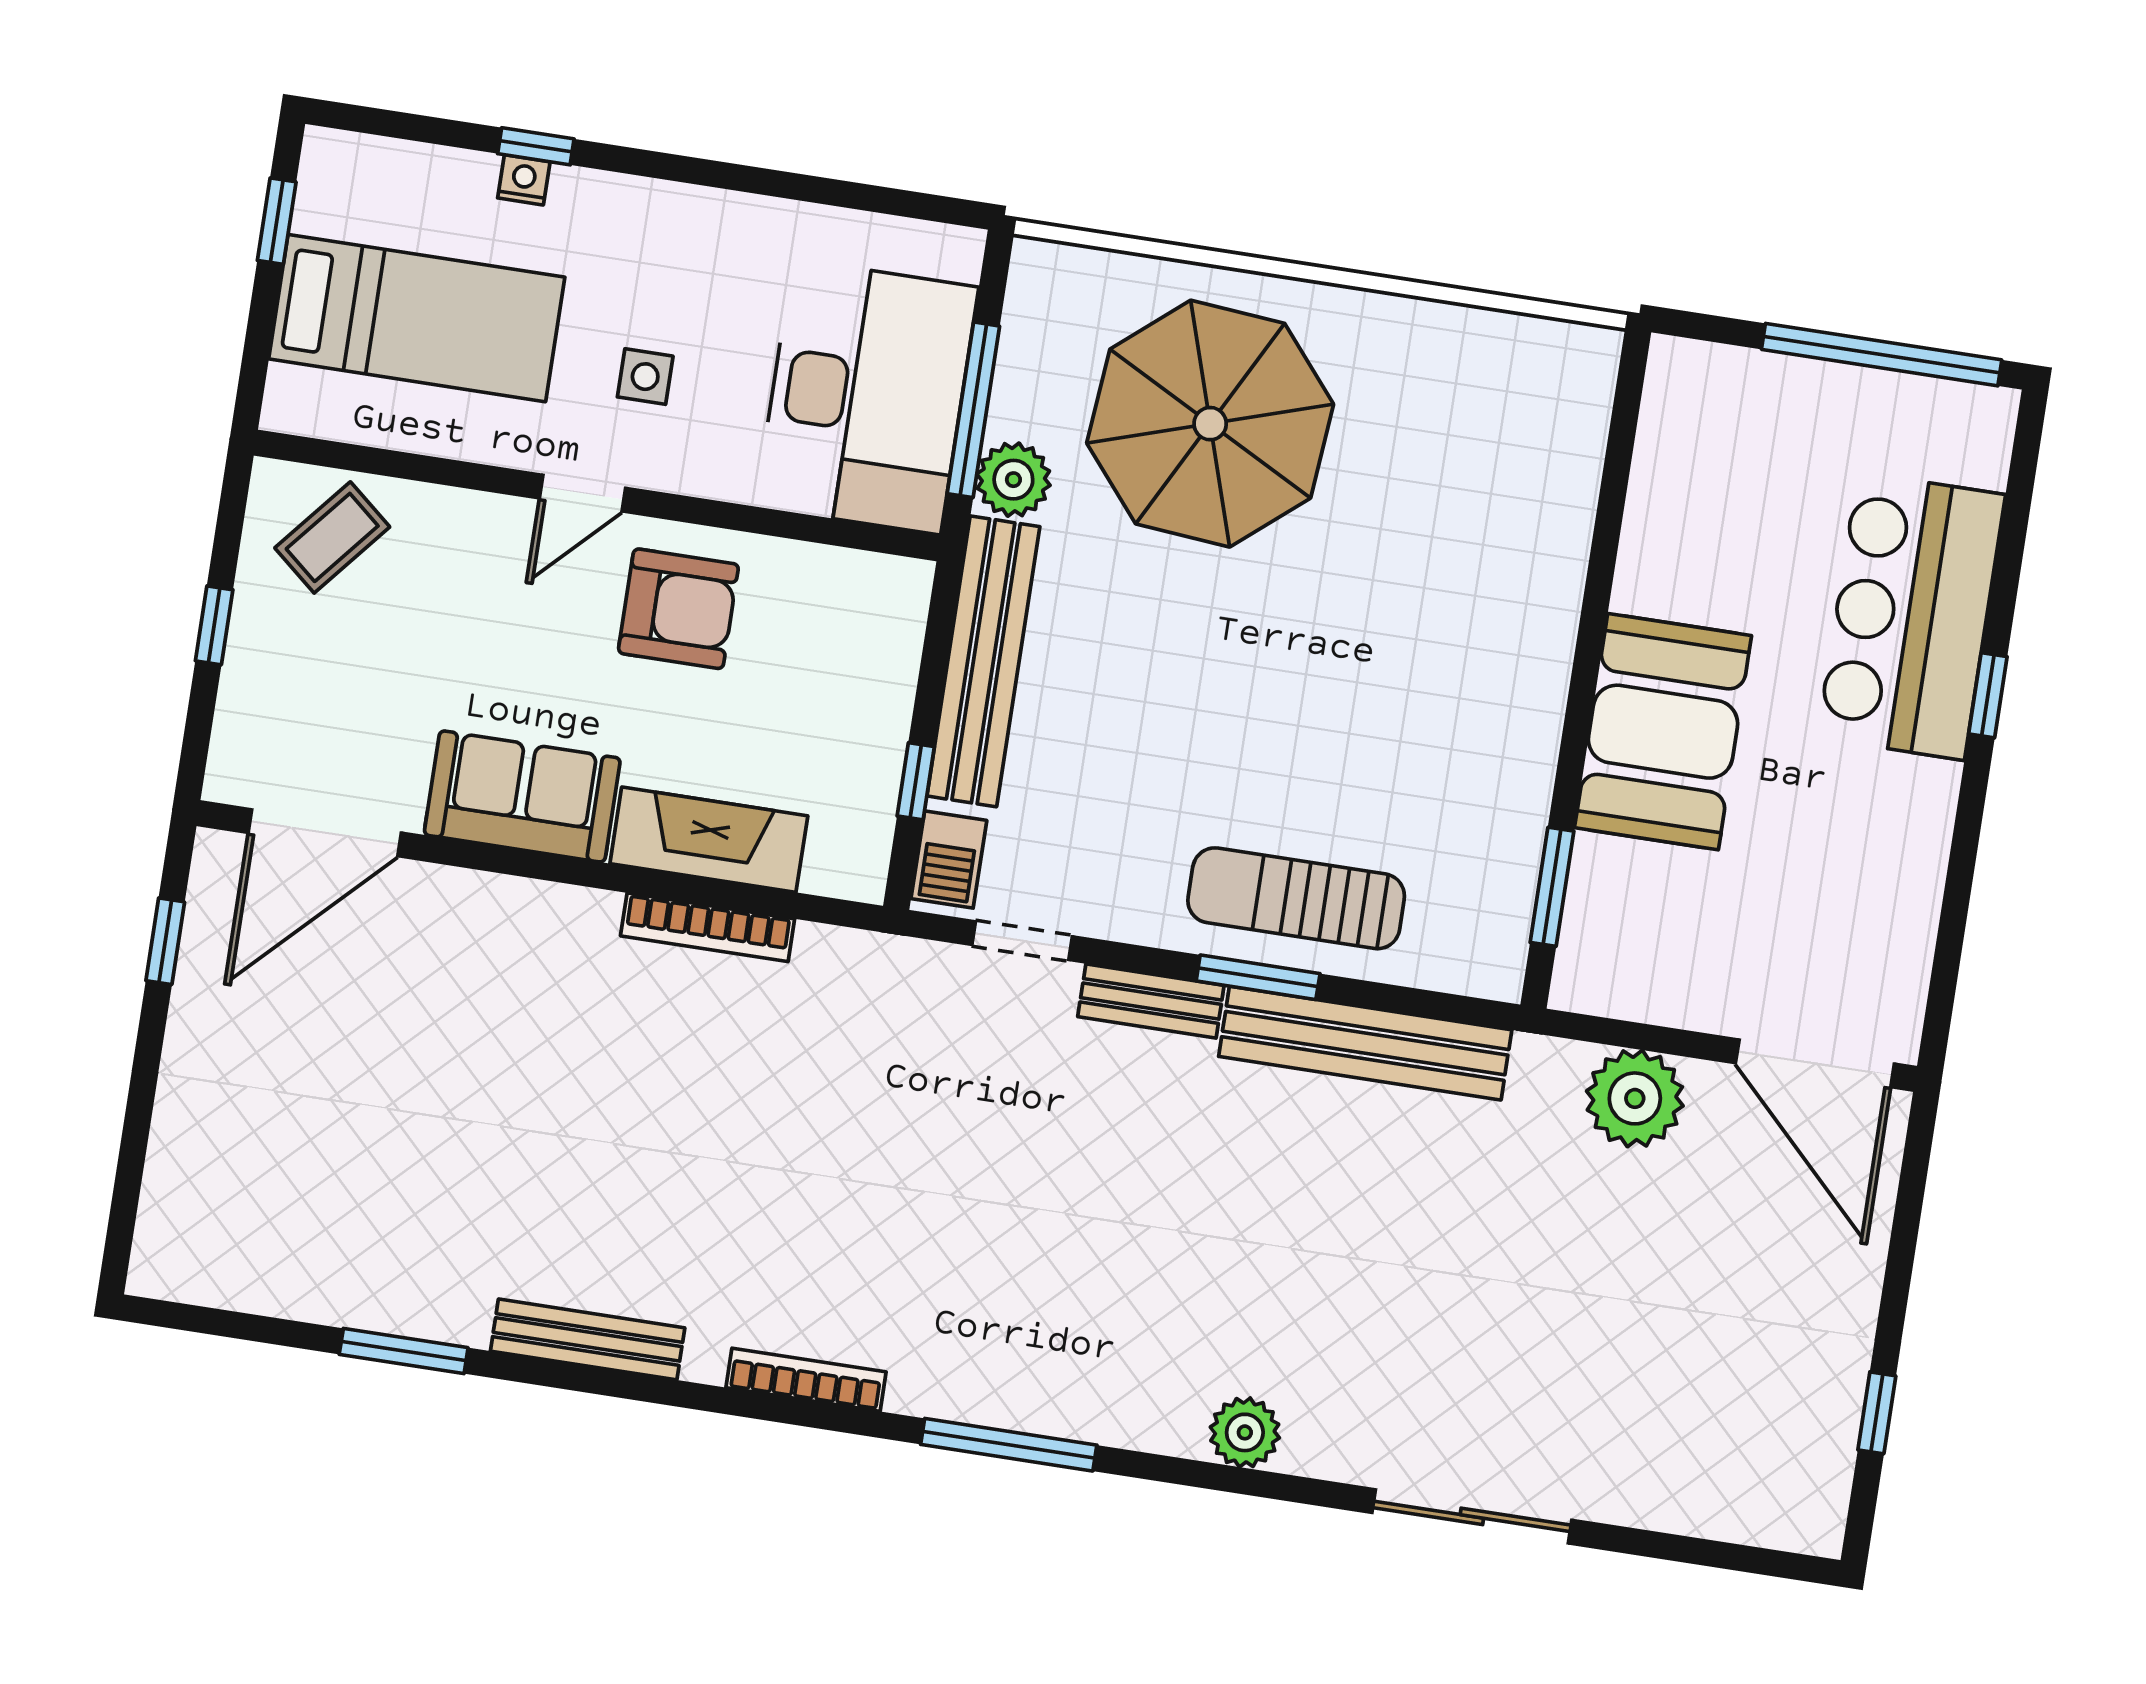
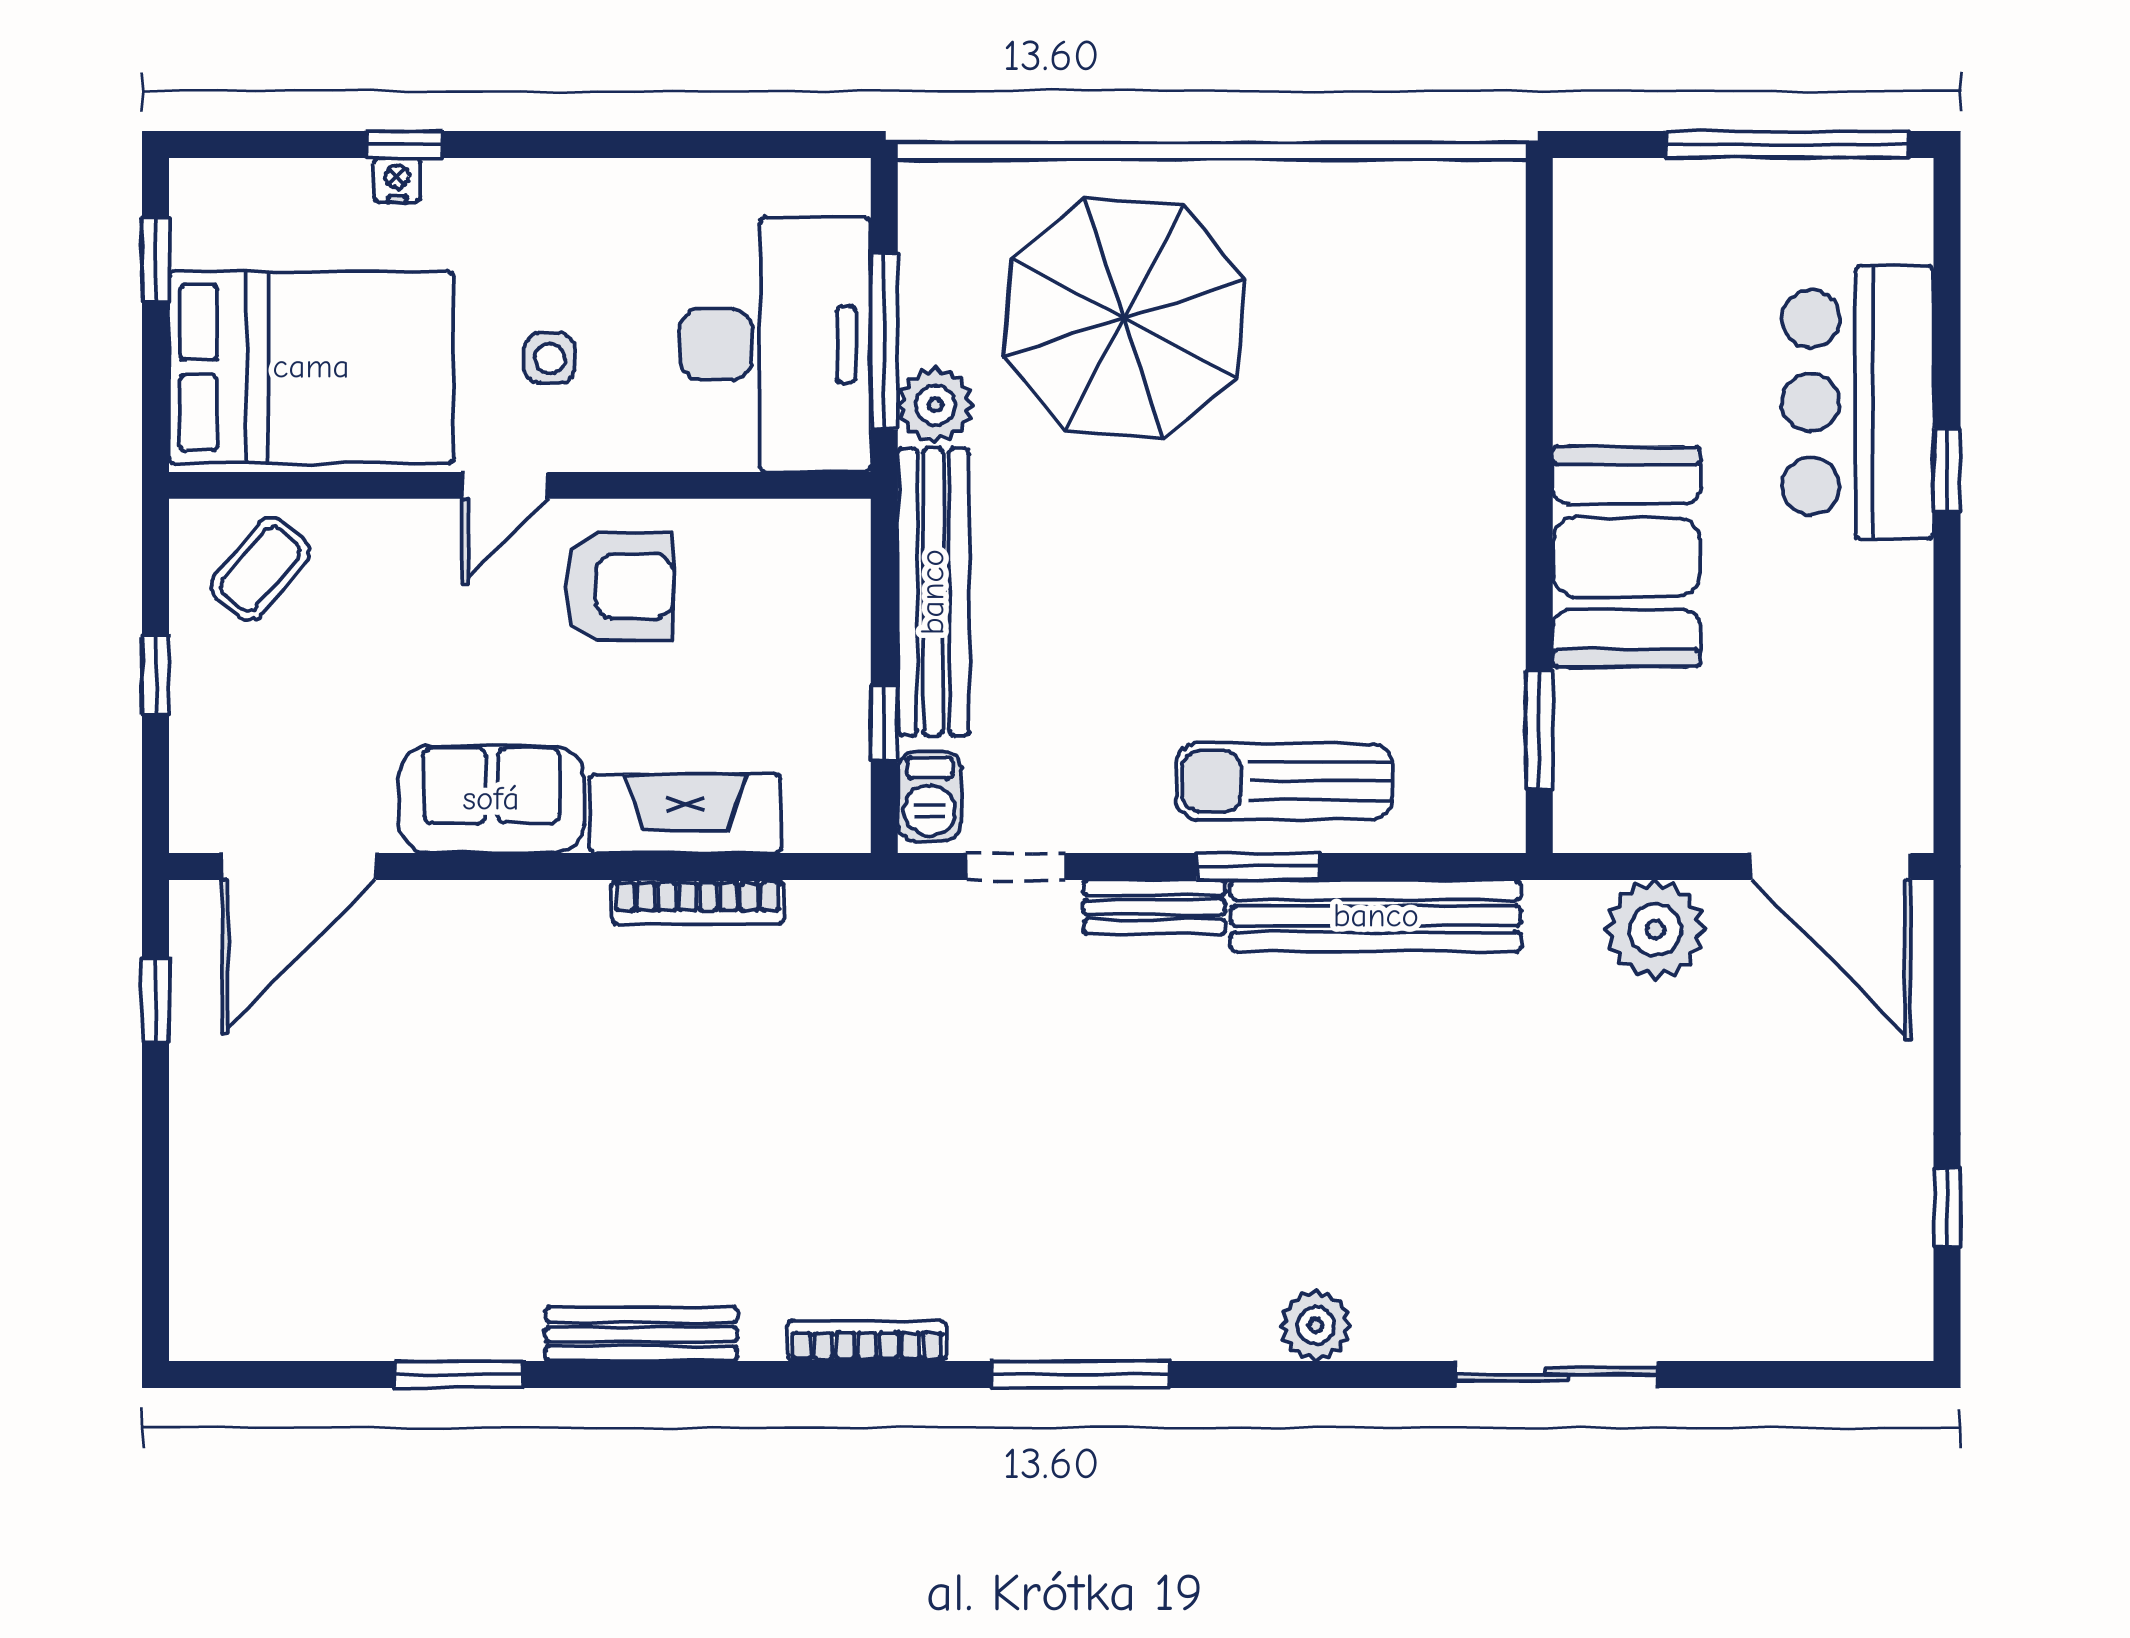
bed: (417, 318) -> (311, 367), width x1.50

